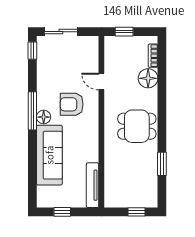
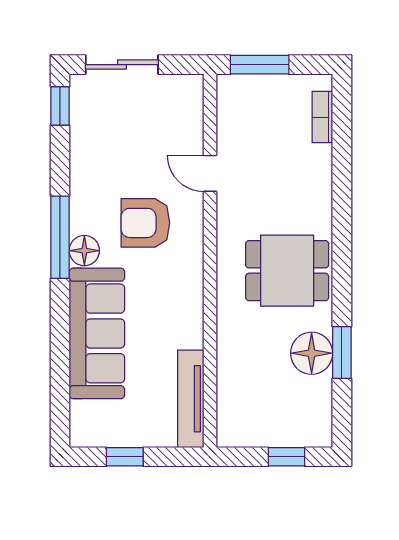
window: (124, 32) -> (260, 65), width x1.50
floor lamp: (148, 78) -> (312, 353), moved

